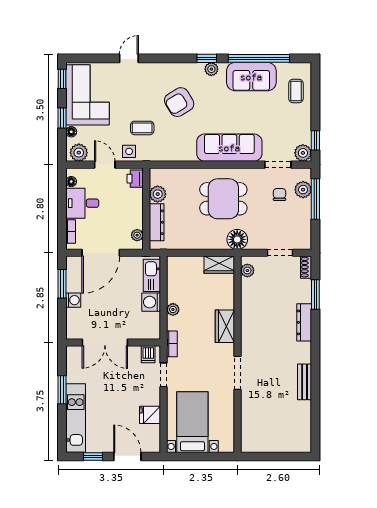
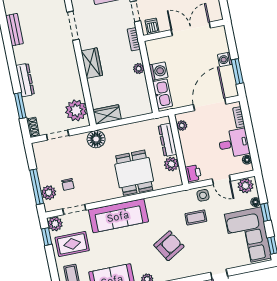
rug: (288, 126) -> (72, 244), added
dining table: (223, 199) -> (134, 173), moved, turned 90
plant: (247, 270) -> (76, 110), width x1.87, depth x1.87

